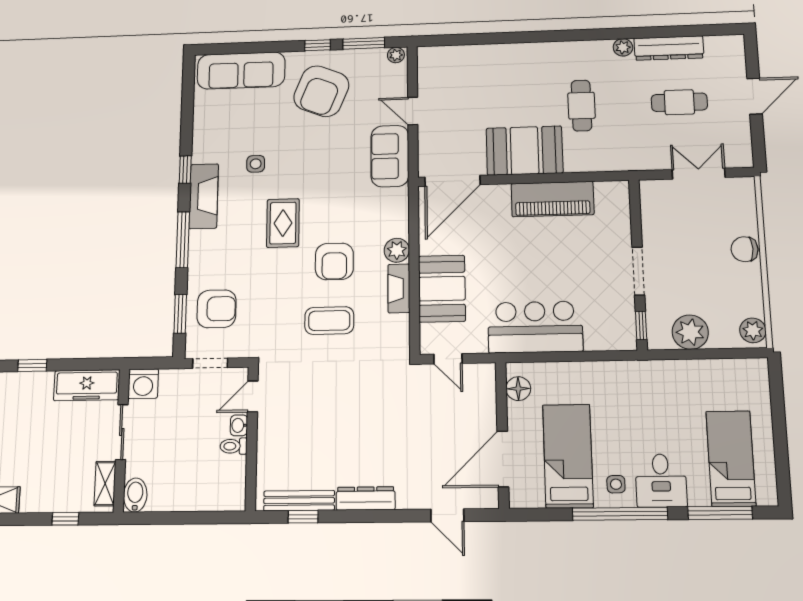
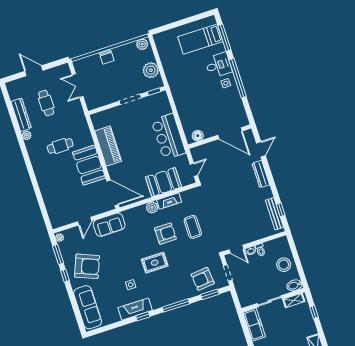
fireplace: (204, 196) -> (135, 309), moved
armchair: (217, 309) -> (203, 279), turned -96
washing machine: (143, 384) -> (246, 300), removed
bed: (568, 456) -> (220, 106), removed
stool: (186, 486) -> (284, 265), added
dresser: (366, 498) -> (261, 174), moved

